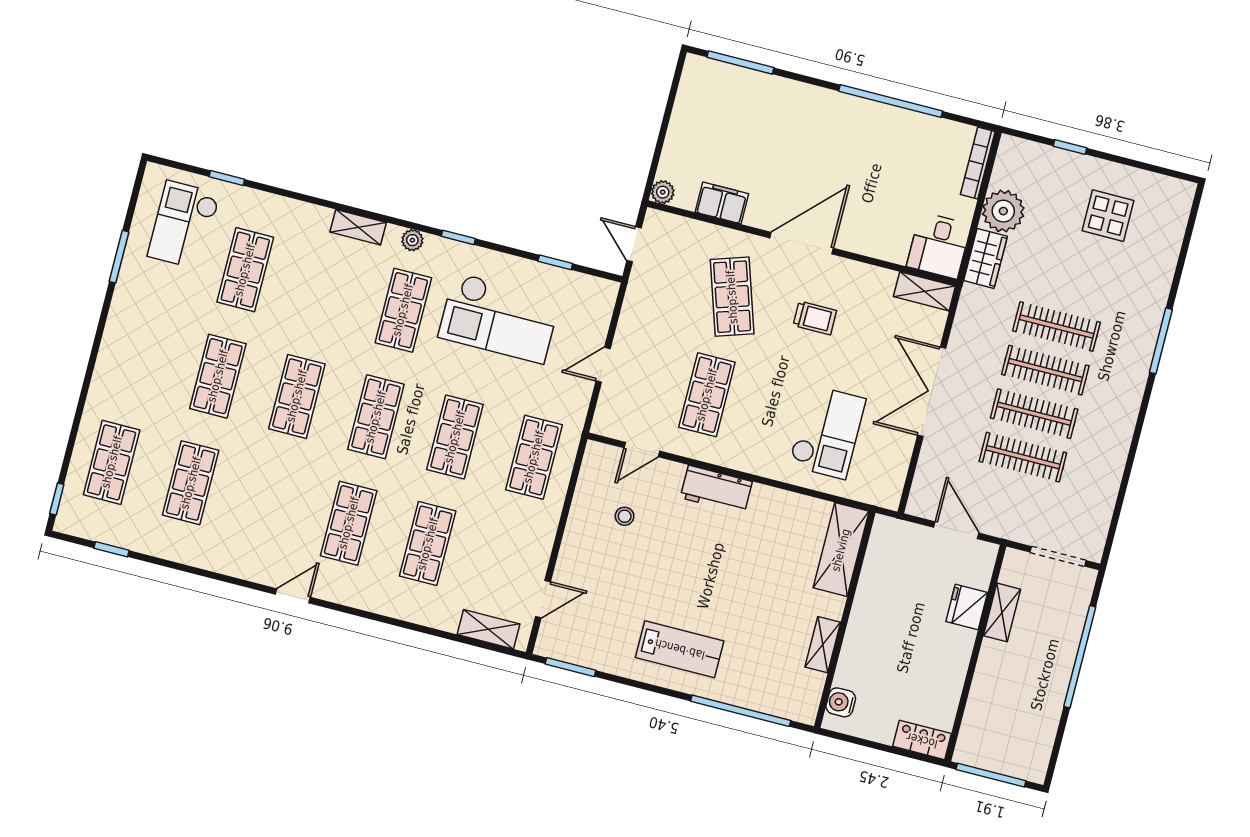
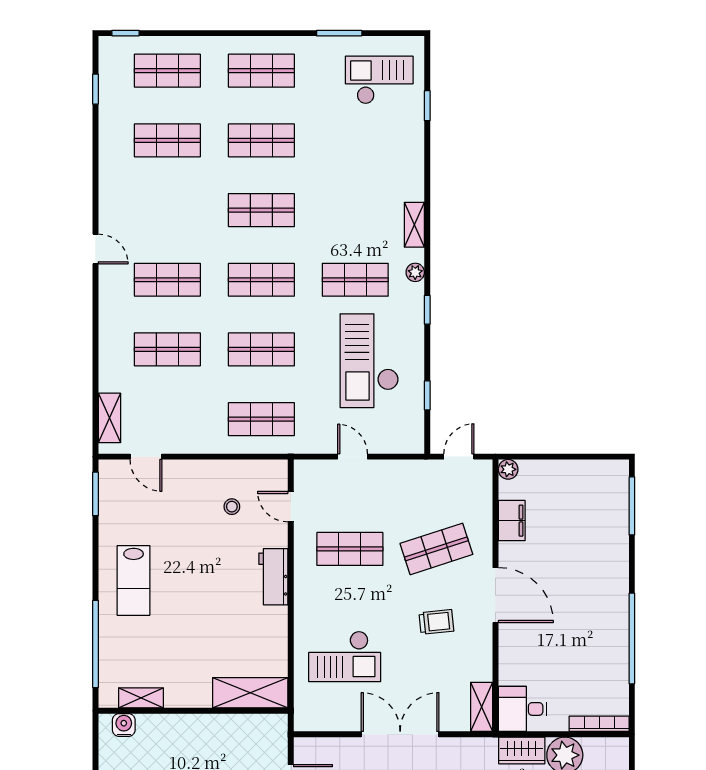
shop shelf: (245, 270) -> (261, 71), moved
trolley: (815, 318) -> (436, 622), turned -96
shelving: (823, 645) -> (141, 698), moved

